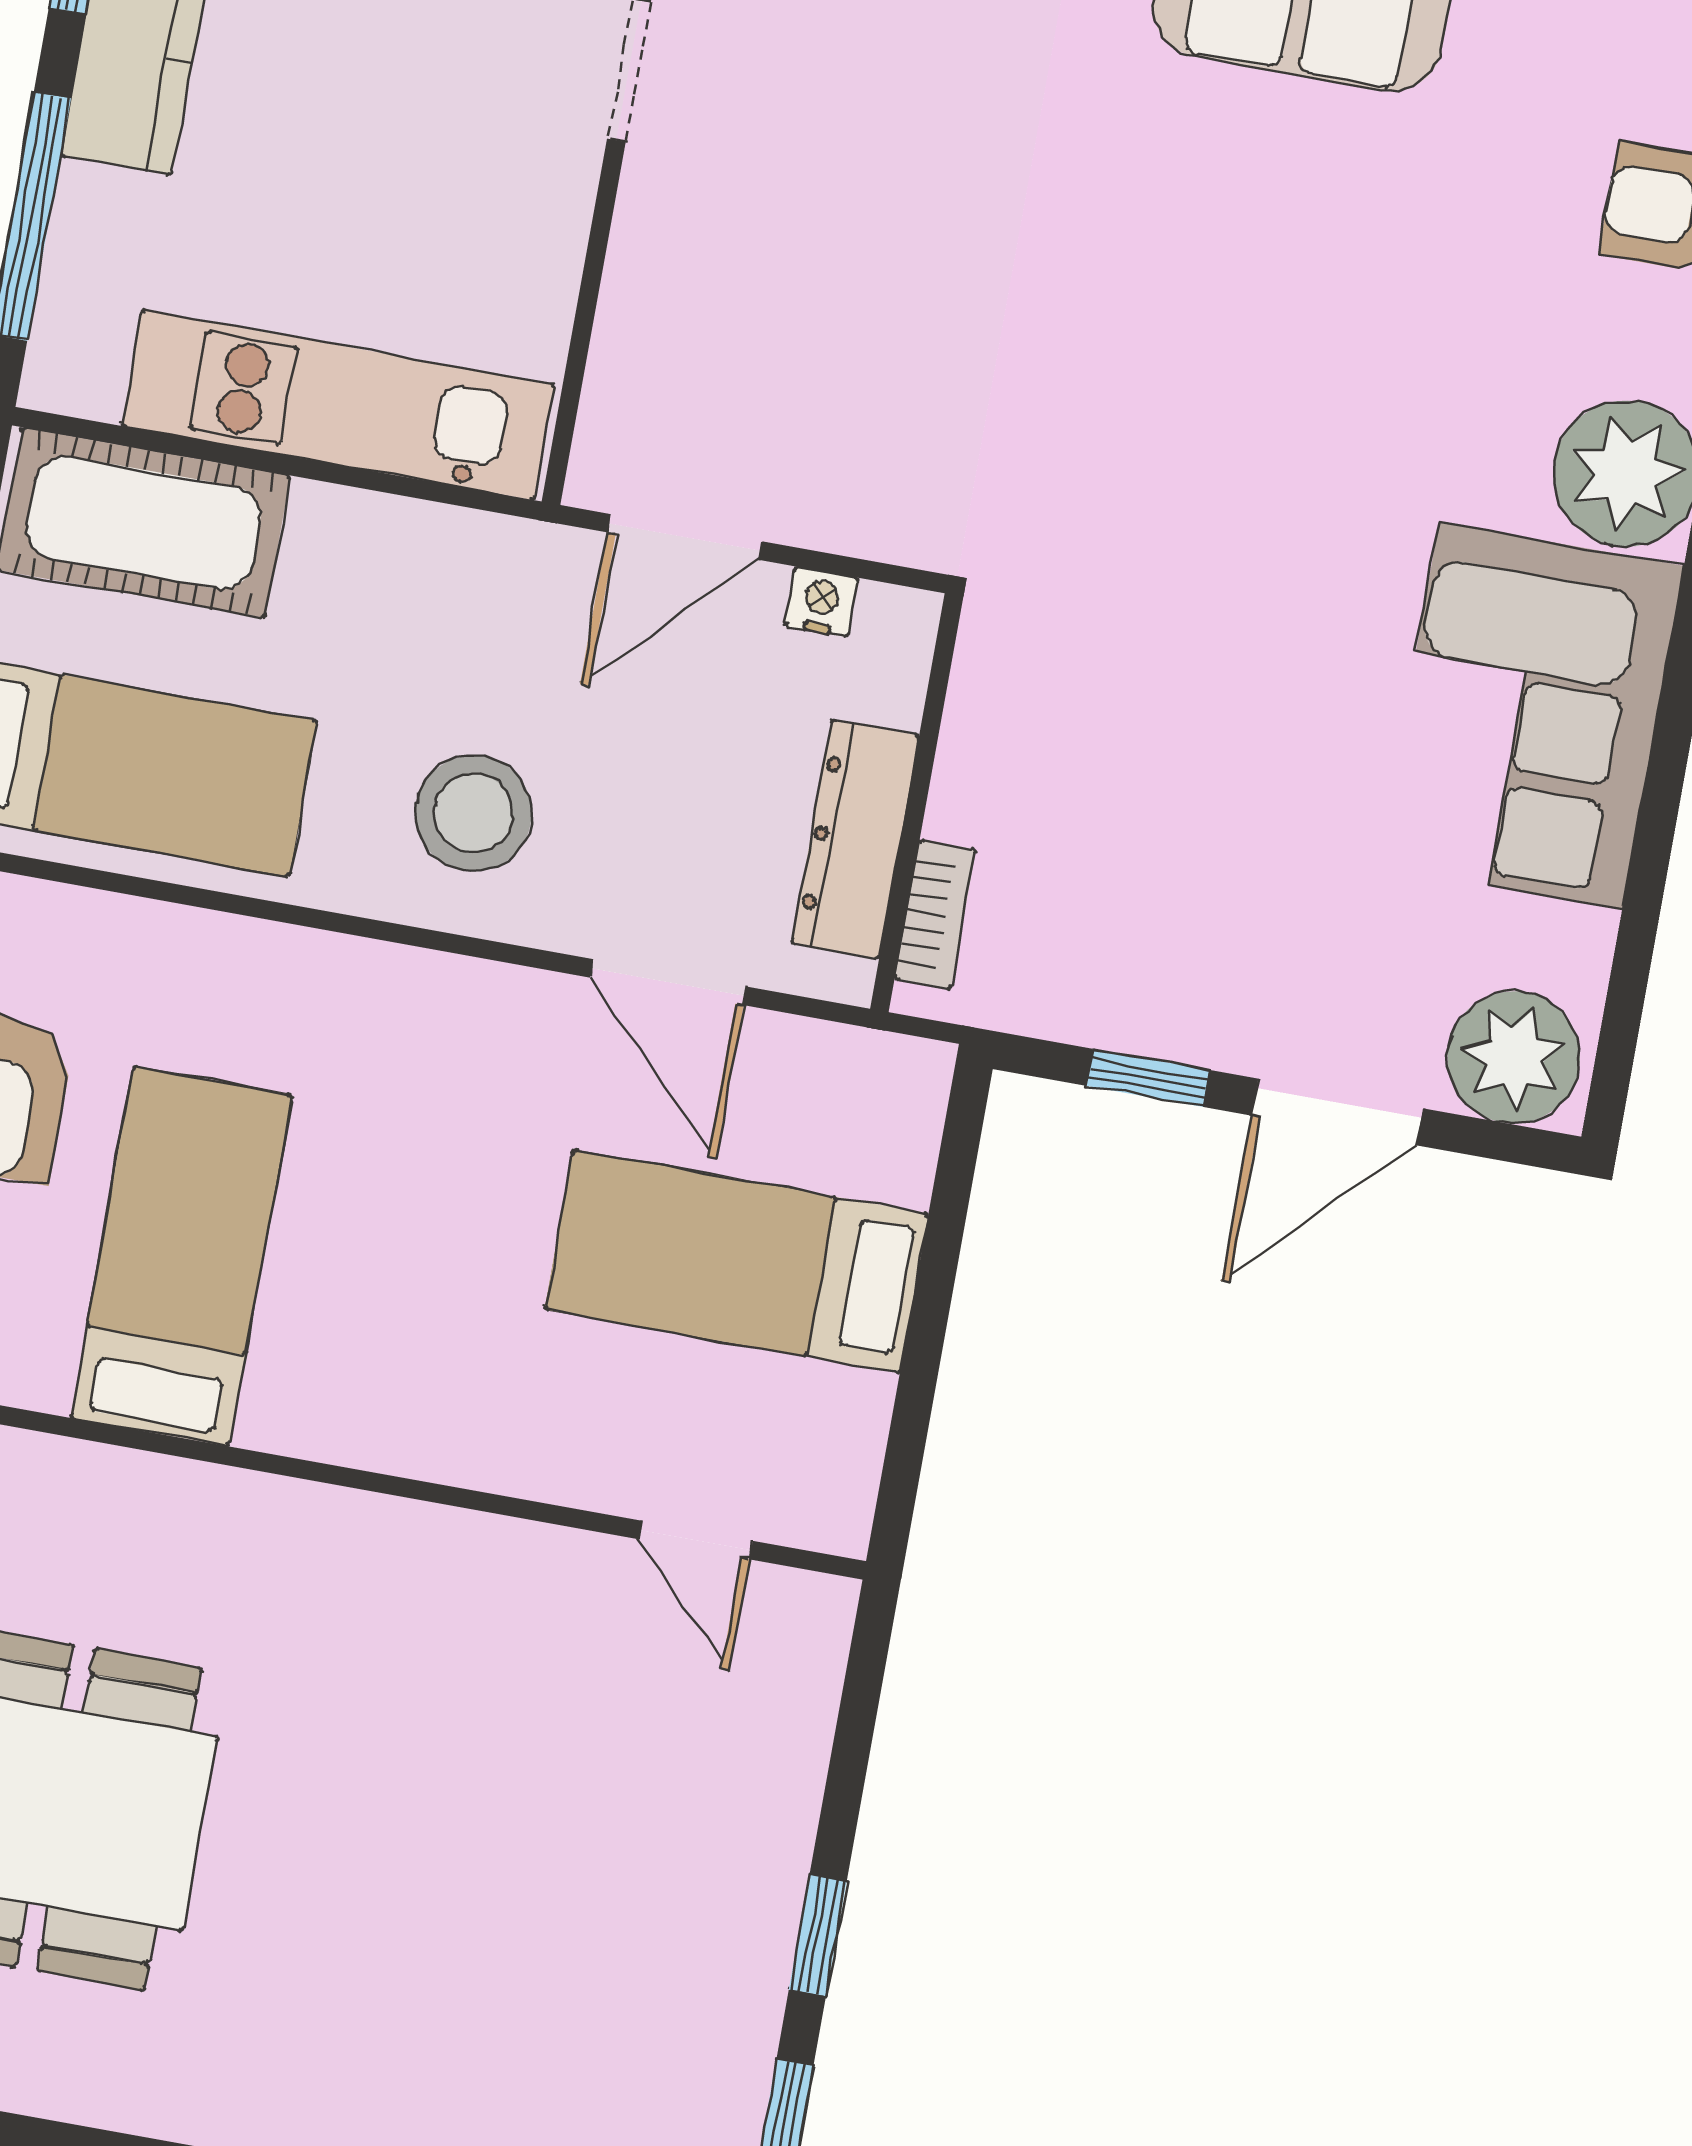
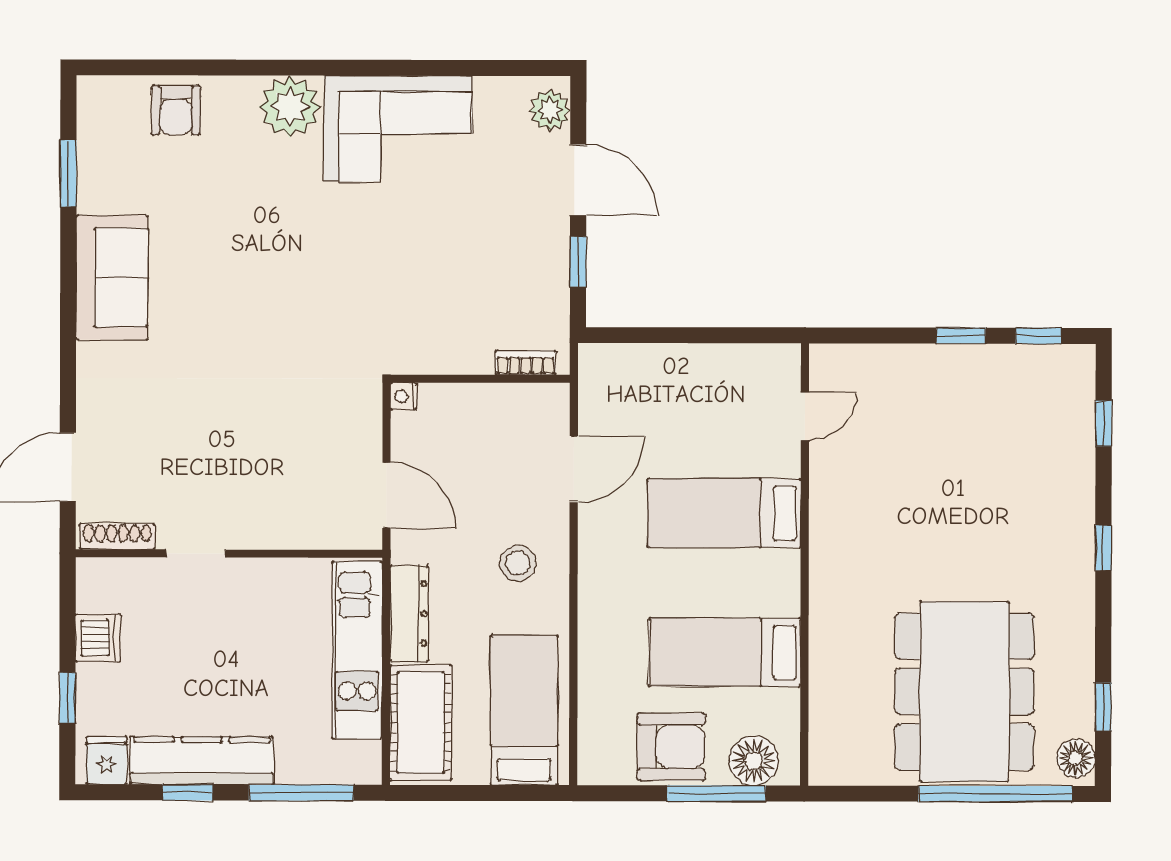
nightstand: (821, 602) -> (403, 396), moved
stool: (474, 813) -> (518, 563), width x0.73, depth x0.73
dresser: (855, 839) -> (409, 613), moved, turned -90
plant: (1514, 1057) -> (550, 110), width x0.73, depth x0.73
bed: (737, 1261) -> (724, 513), moved, turned 90

